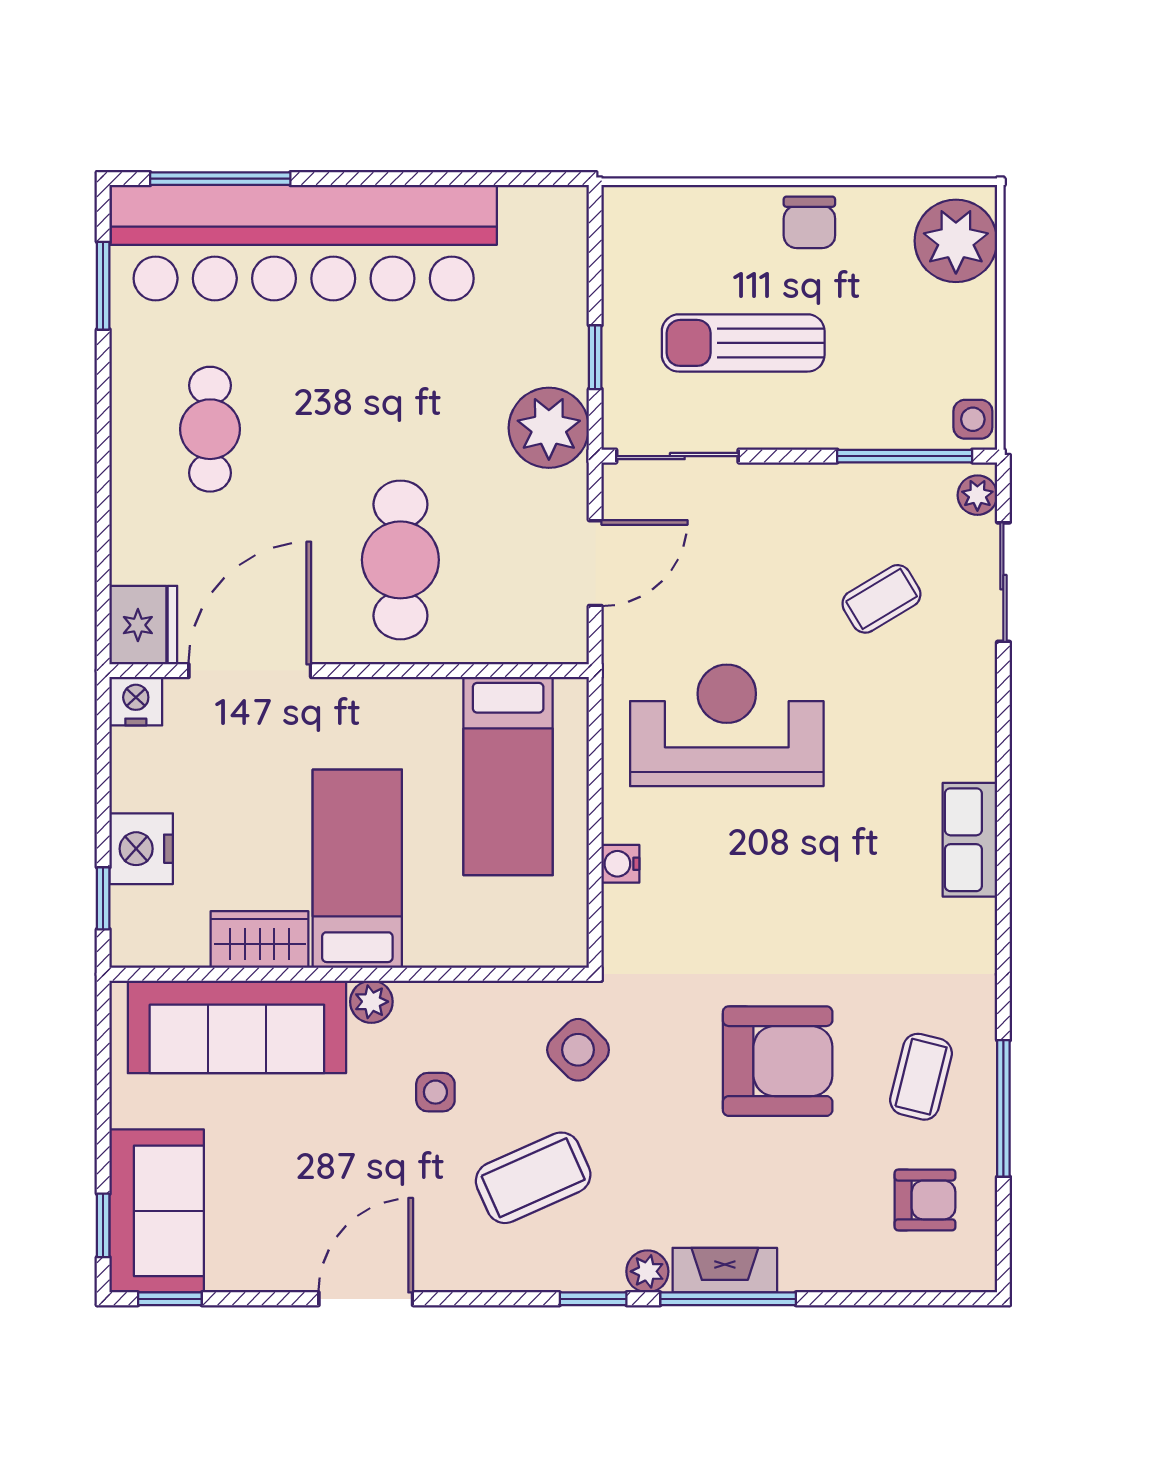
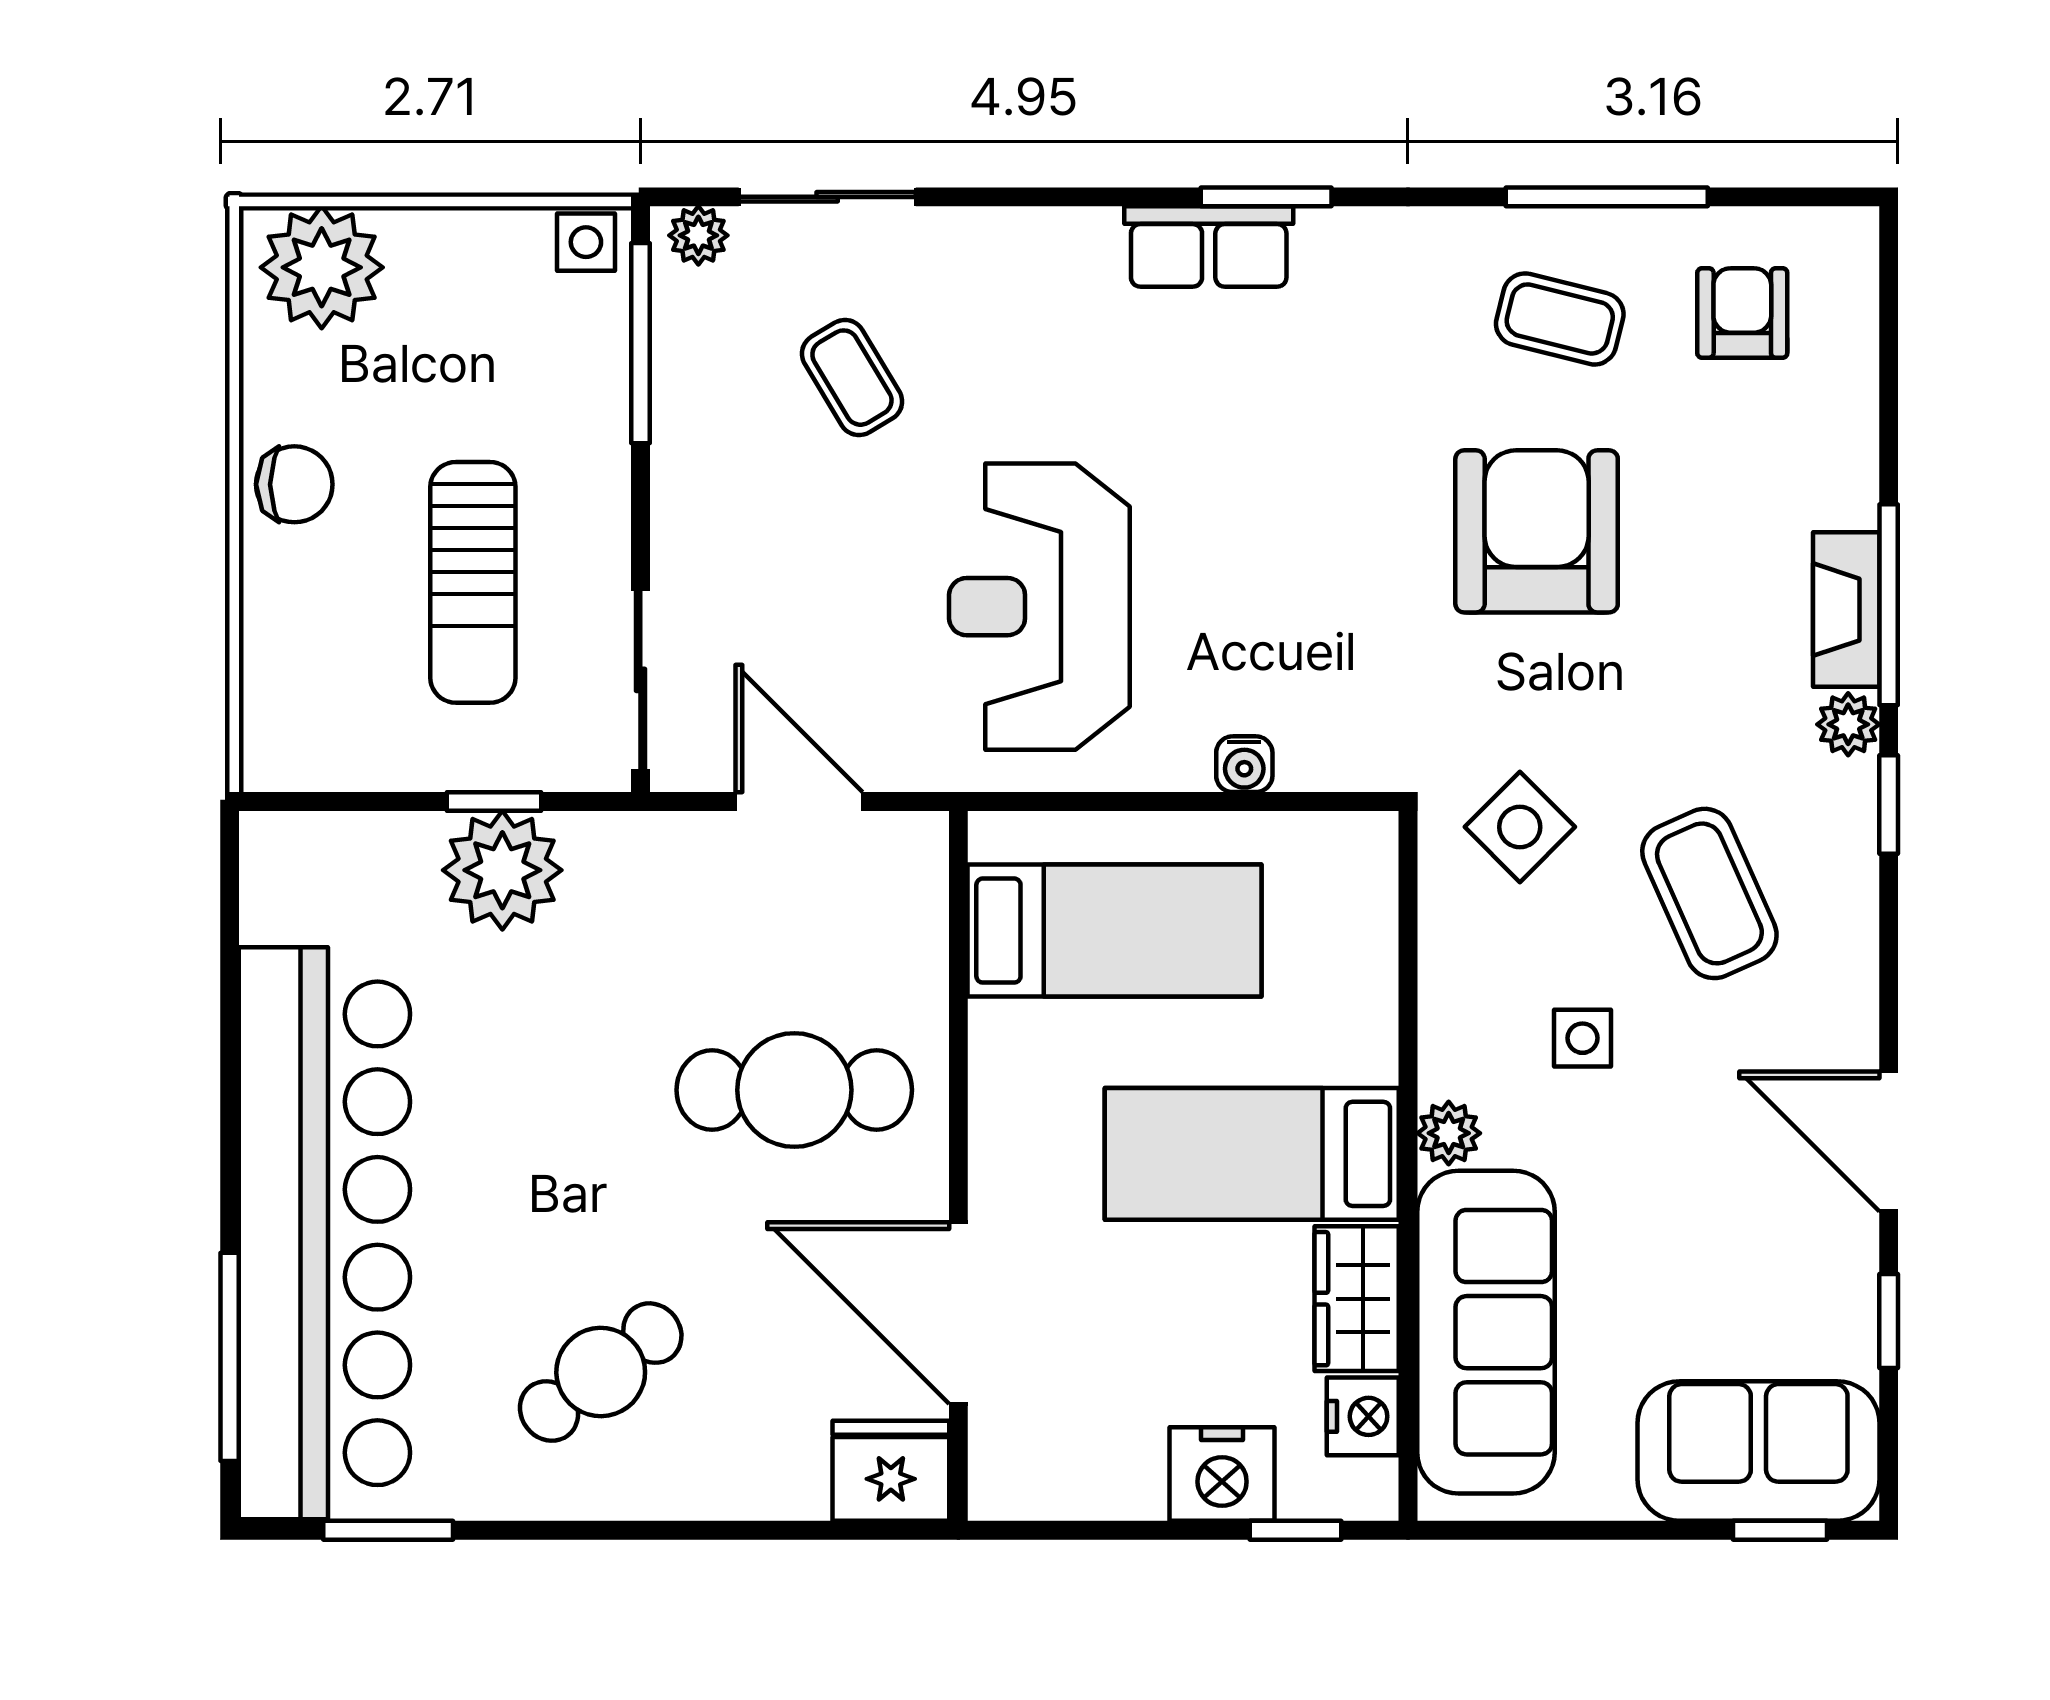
plant: (549, 428) -> (502, 870), moved
cafe table: (210, 429) -> (601, 1372), turned -37
nightstand: (136, 701) -> (1363, 1416), moved, turned 180
window: (1003, 878) -> (1266, 197), added
window: (170, 1299) -> (1889, 1321), moved

